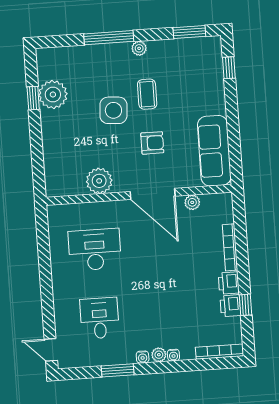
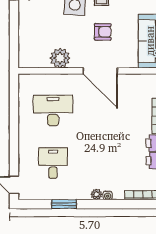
plant: (192, 202) -> (130, 80), removed
water cooler: (143, 357) -> (84, 195), removed

